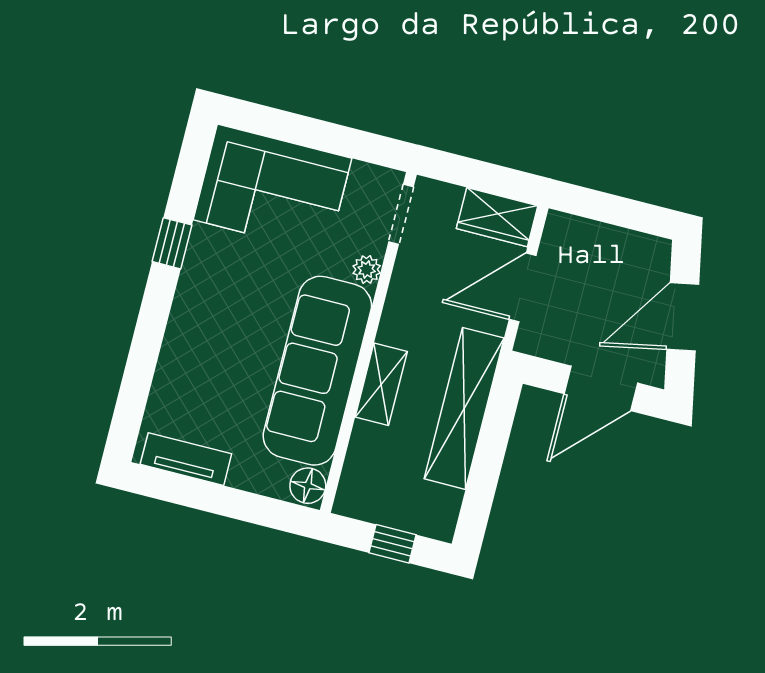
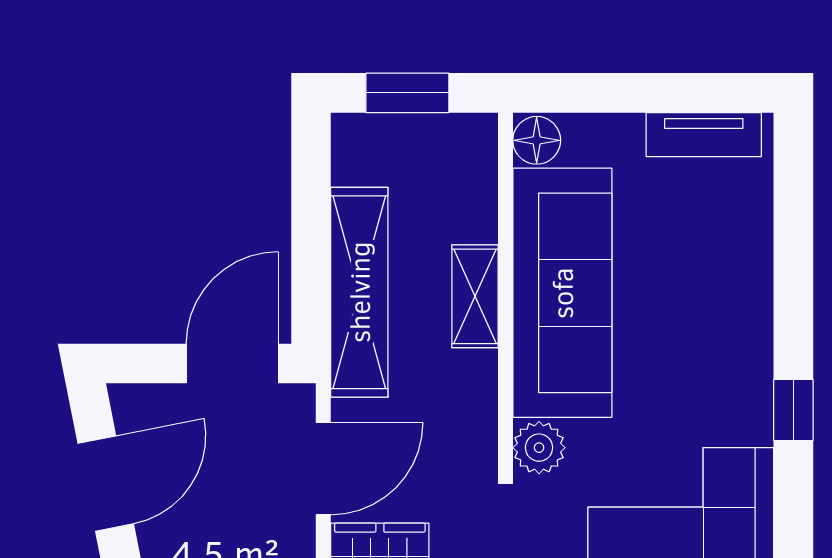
plant: (367, 269) -> (539, 448), width x1.38, depth x1.38
door: (601, 388) -> (232, 364), moved
window: (393, 544) -> (407, 93), width x1.50

